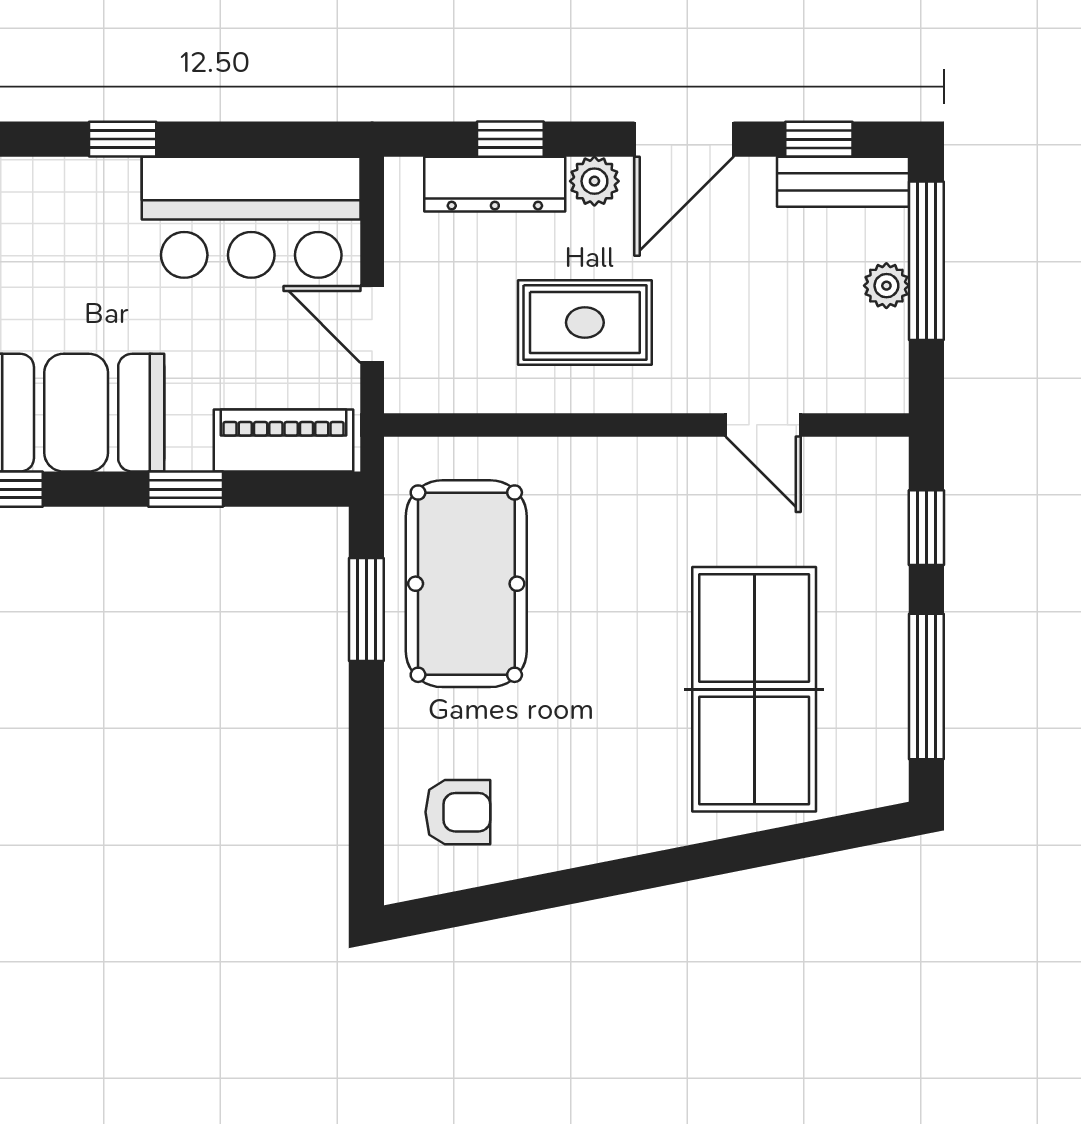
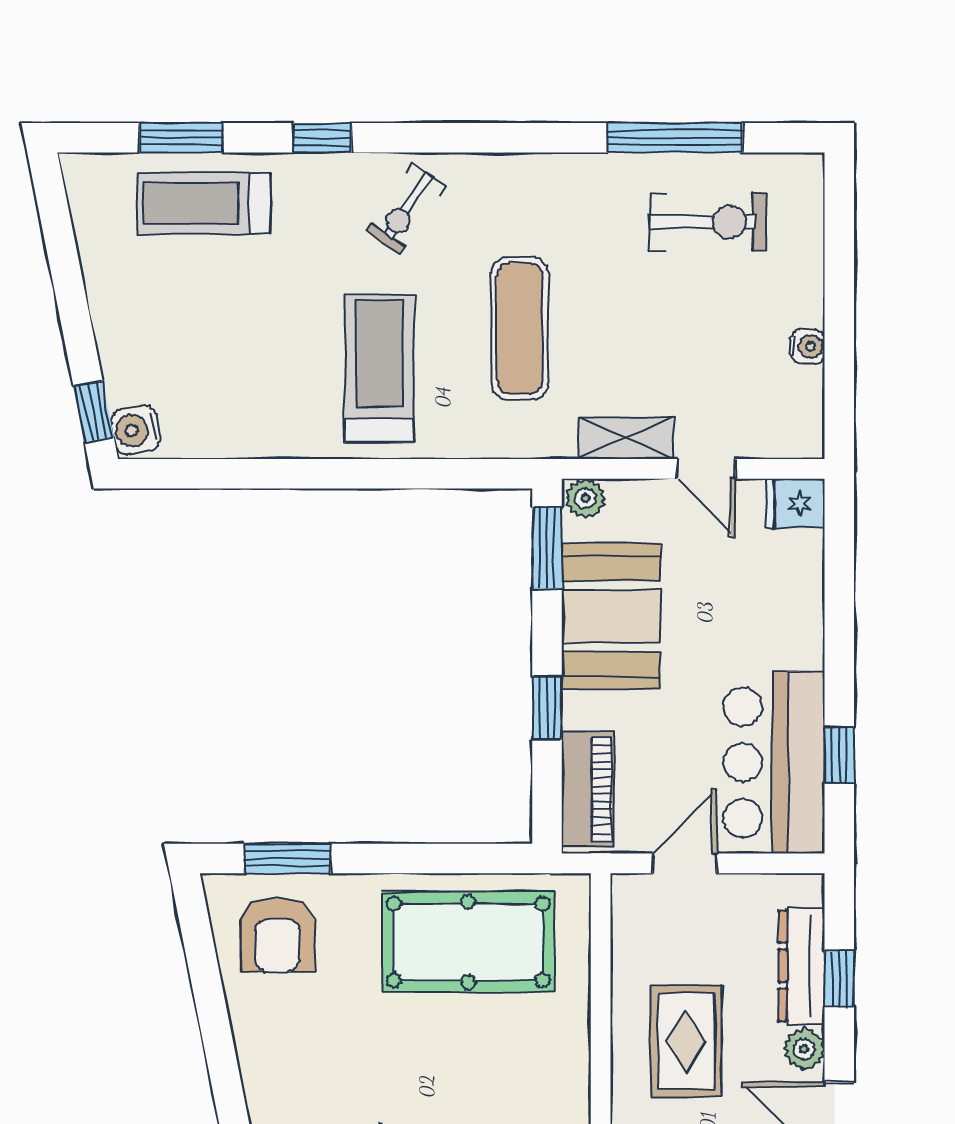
window: (123, 139) -> (839, 755), moved
window: (366, 609) -> (287, 859), moved
armchair: (458, 812) -> (277, 935), width x1.38, depth x1.38

